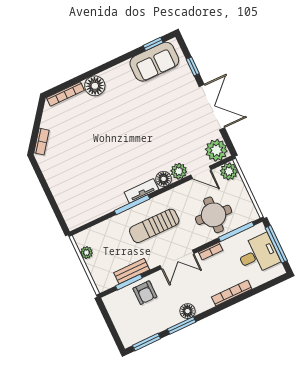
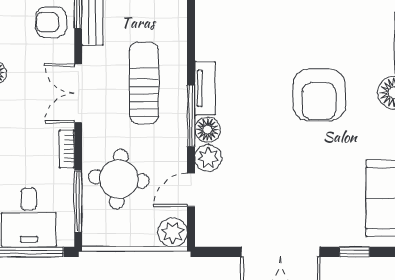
armchair: (115, 127) -> (319, 95), added
plant: (216, 150) -> (213, 229), removed
window: (132, 205) -> (191, 116), moved

